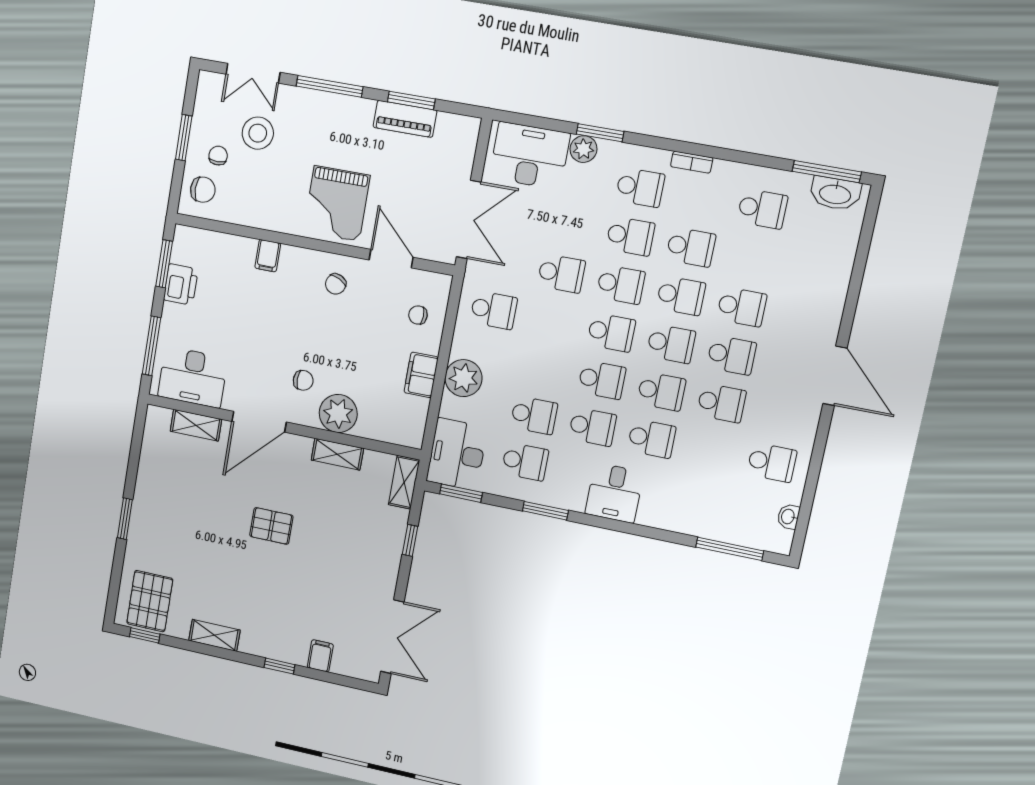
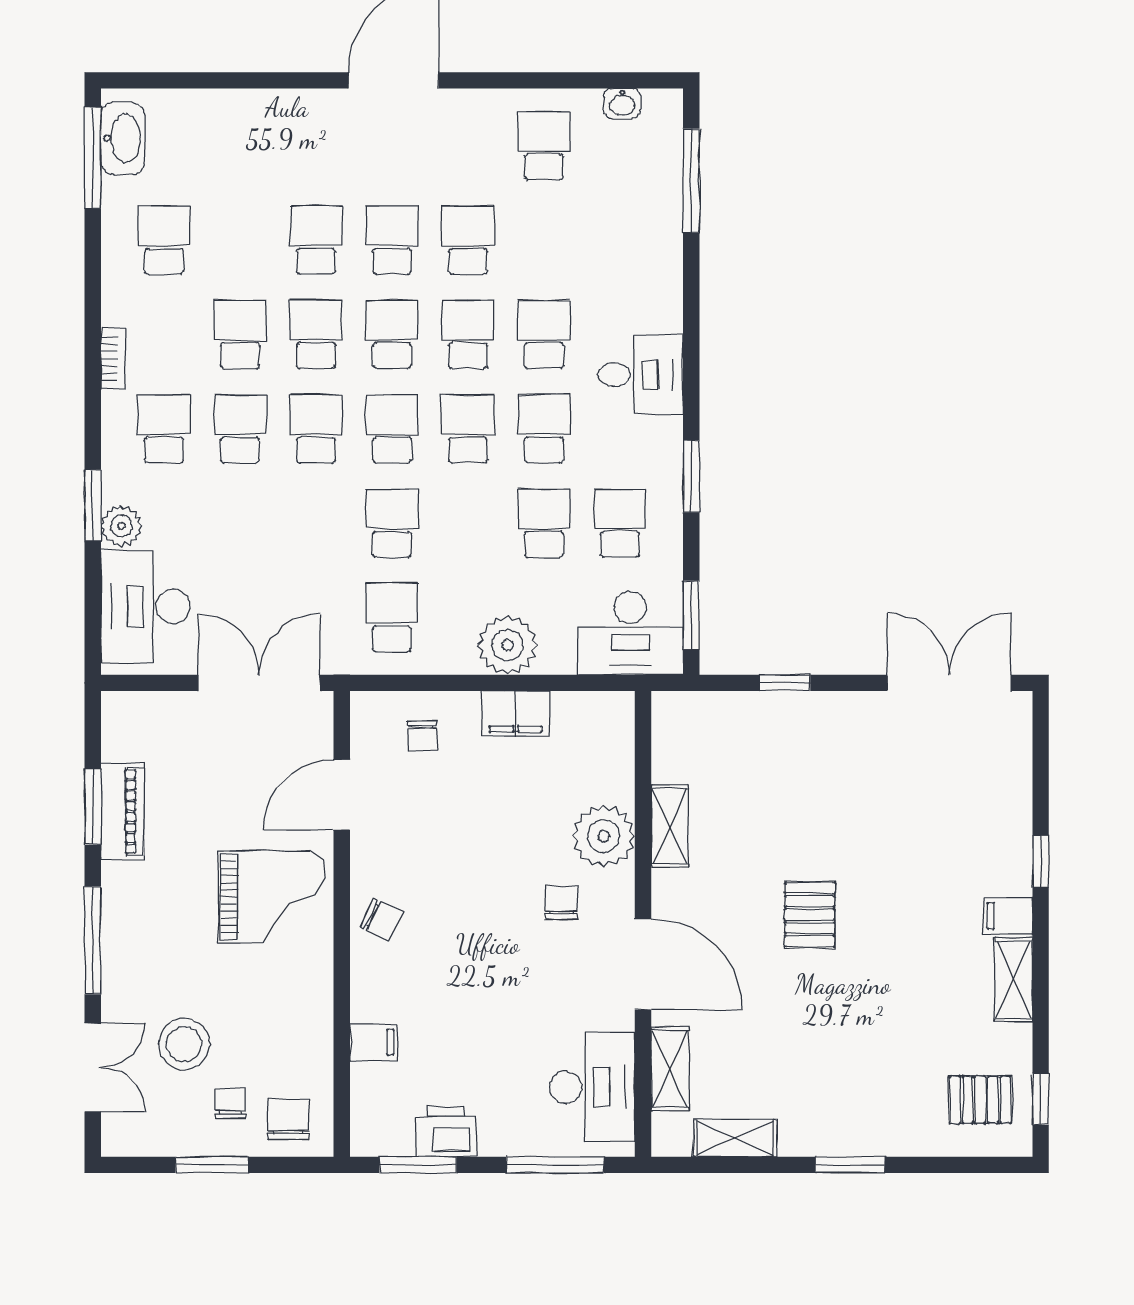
chair: (218, 156) -> (230, 1103), turned 90
filing cabinet: (268, 256) -> (374, 1042), moved
school desk: (561, 273) -> (392, 523), moved
chair: (336, 284) -> (381, 920), moved
shelving: (404, 482) -> (735, 1138), moved
pallet: (150, 601) -> (980, 1100), width x0.67, depth x0.71
filing cabinet: (320, 656) -> (1008, 916), moved

